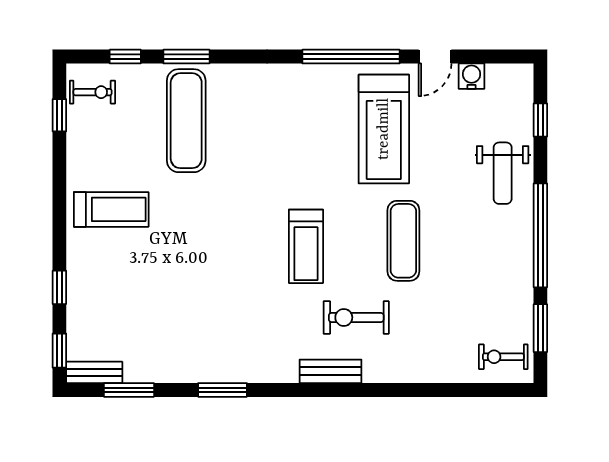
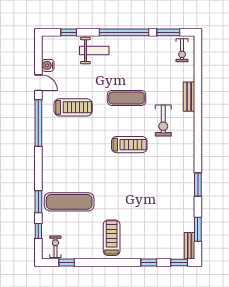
treadmill: (384, 129) -> (73, 107), width x0.73, depth x0.73
bench: (331, 371) -> (189, 97), moved

